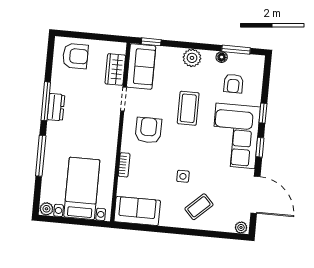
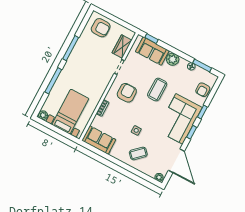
sofa: (141, 67) -> (152, 51), moved, turned 90
armchair: (233, 83) -> (203, 90), moved
dresser: (56, 107) -> (75, 54), removed

